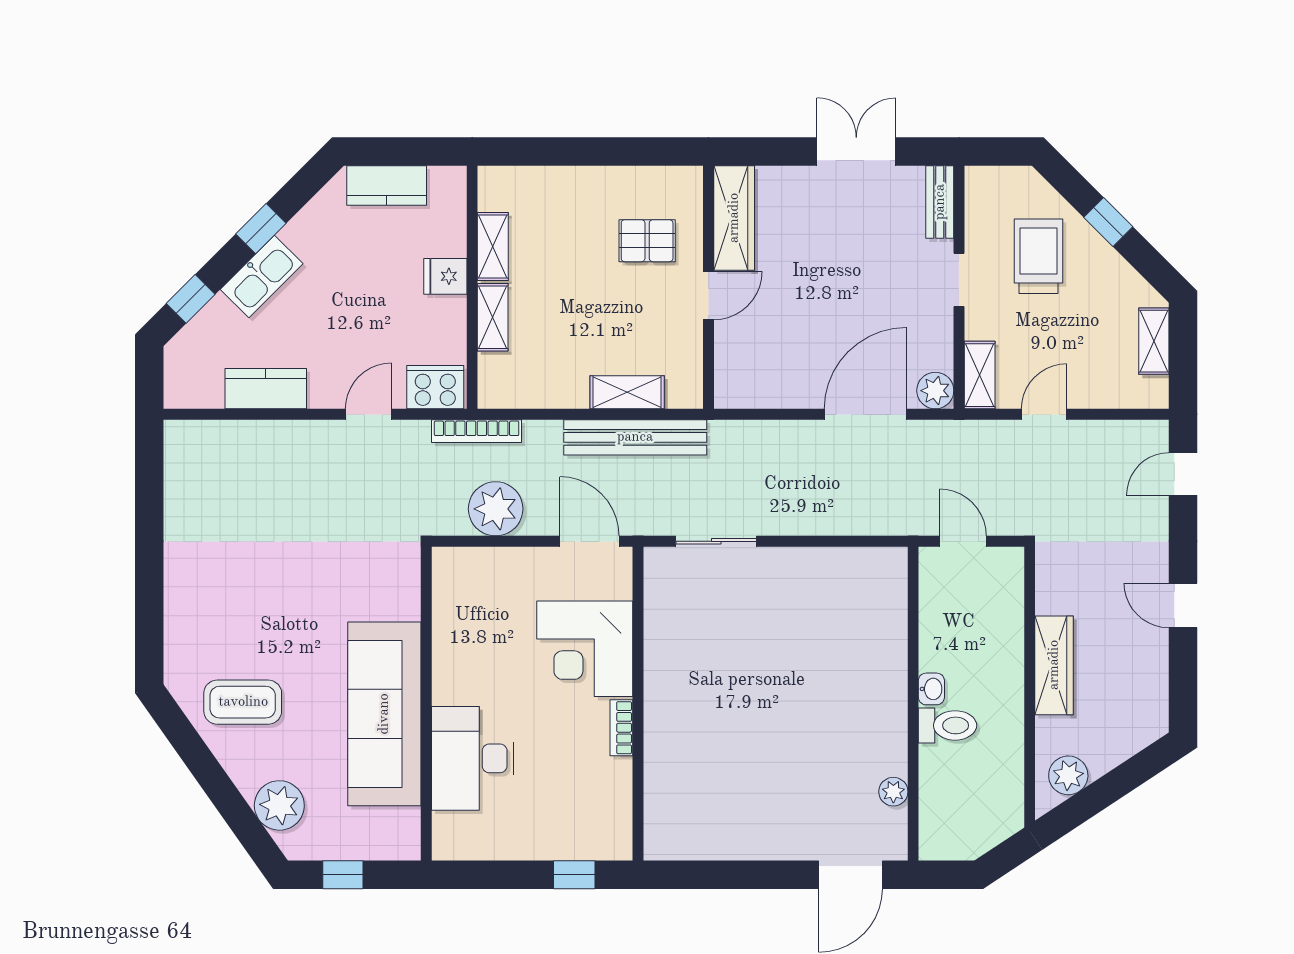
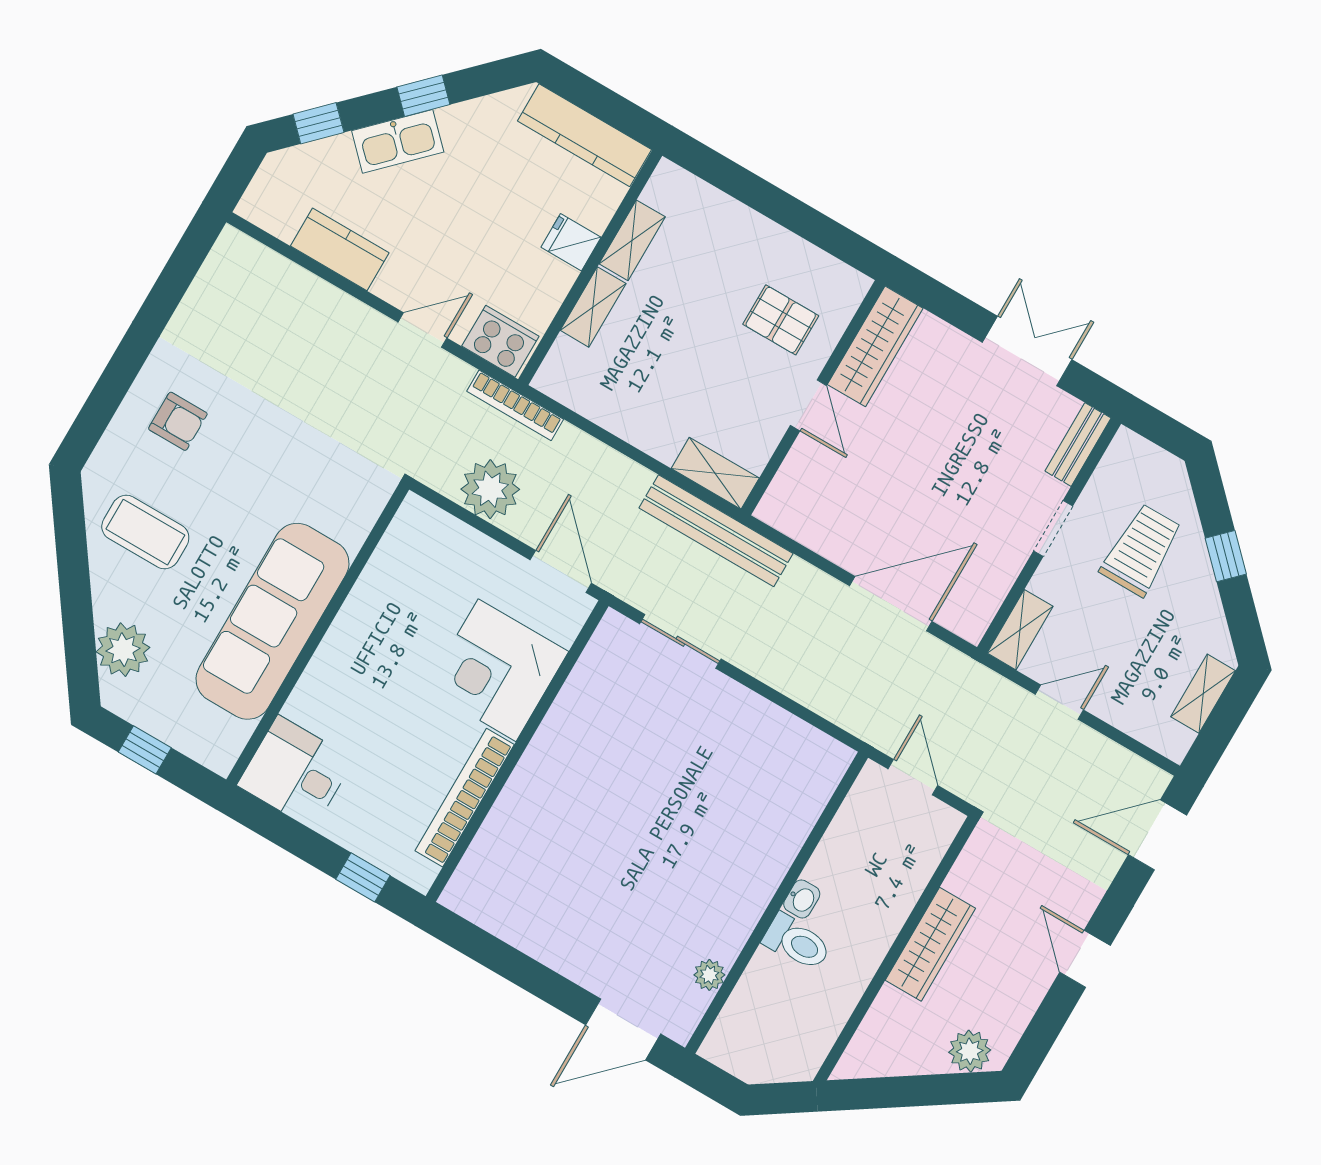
kitchen counter: (387, 185) -> (584, 135), width x1.50
door: (709, 296) -> (808, 405), hinge flipped
plant: (935, 391) -> (970, 620), removed
shelving: (627, 392) -> (715, 473), moved
bench: (635, 437) -> (716, 531), moved
door: (1183, 474) -> (1157, 835), width x1.38
armchair: (217, 600) -> (178, 421), added
bookcase: (621, 728) -> (465, 798), width x2.31, depth x1.31
desk: (472, 758) -> (296, 772), moved, width x0.73
plant: (1068, 775) -> (970, 1051), moved

